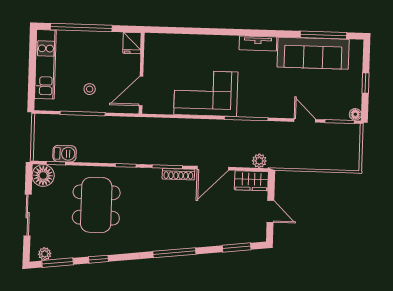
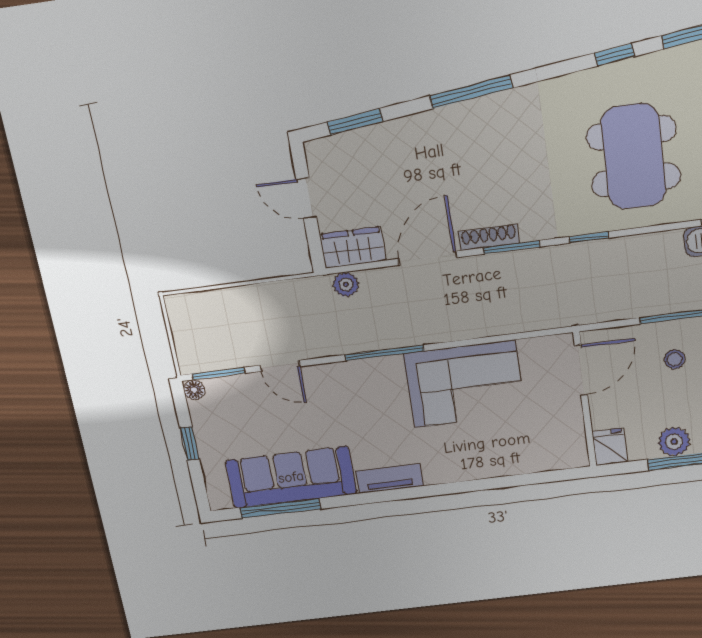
plant: (96, 40) -> (674, 442), added

